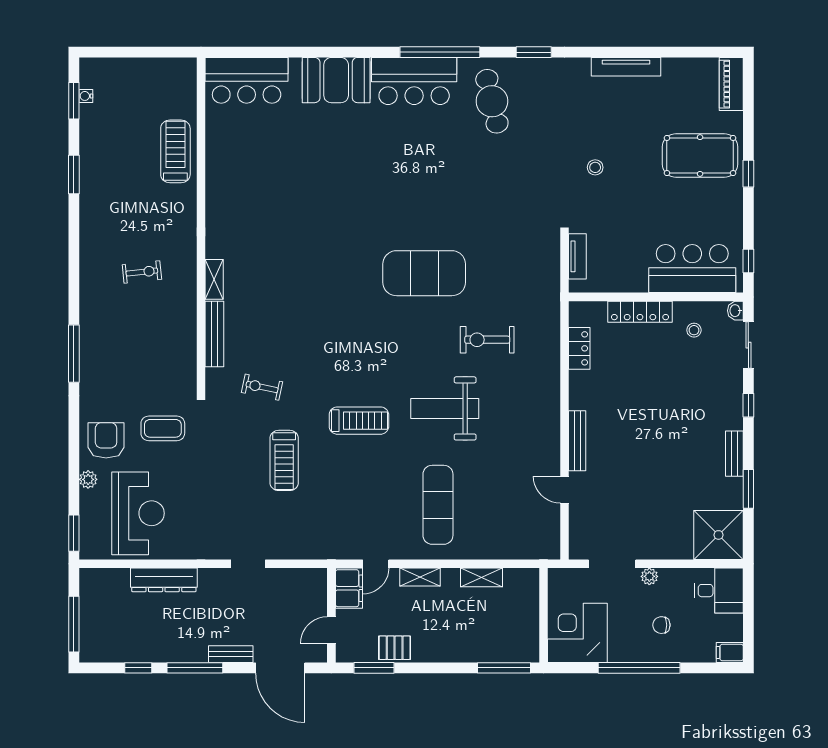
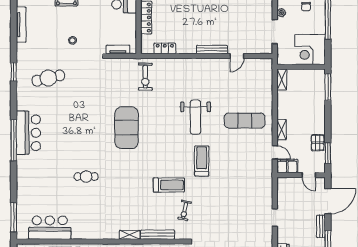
window: (248, 52) -> (14, 217), added
window: (440, 52) -> (14, 140), moved
bar counter: (247, 80) -> (50, 228), moved, turned -90
booth: (336, 80) -> (28, 173), removed
cafe table: (492, 101) -> (48, 78), moved
cafe table: (328, 194) -> (86, 177), added
exercise bike: (487, 340) -> (145, 77), moved
treadmill: (284, 460) -> (169, 185), moved
shelving: (481, 577) -> (282, 80), moved

